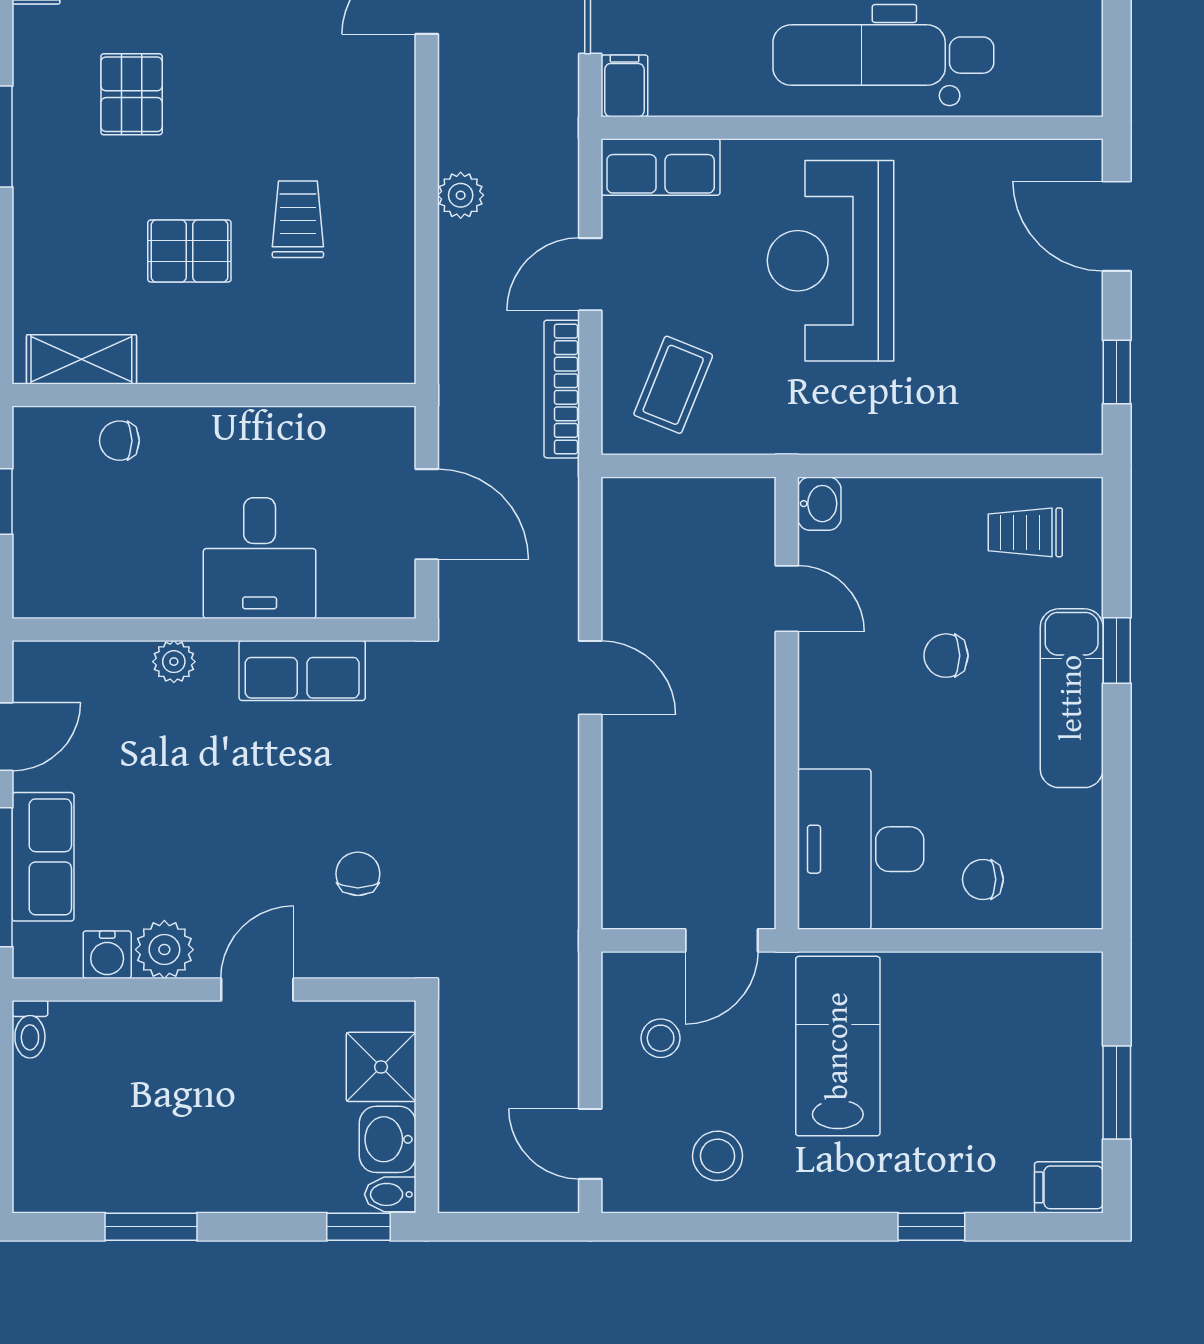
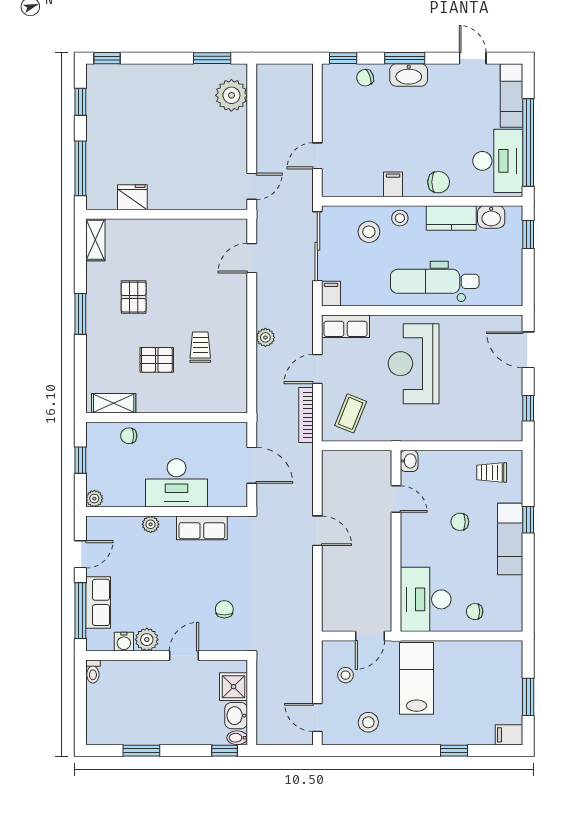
desk: (260, 558) -> (177, 483), width x1.37
plant: (33, 597) -> (94, 499), added

